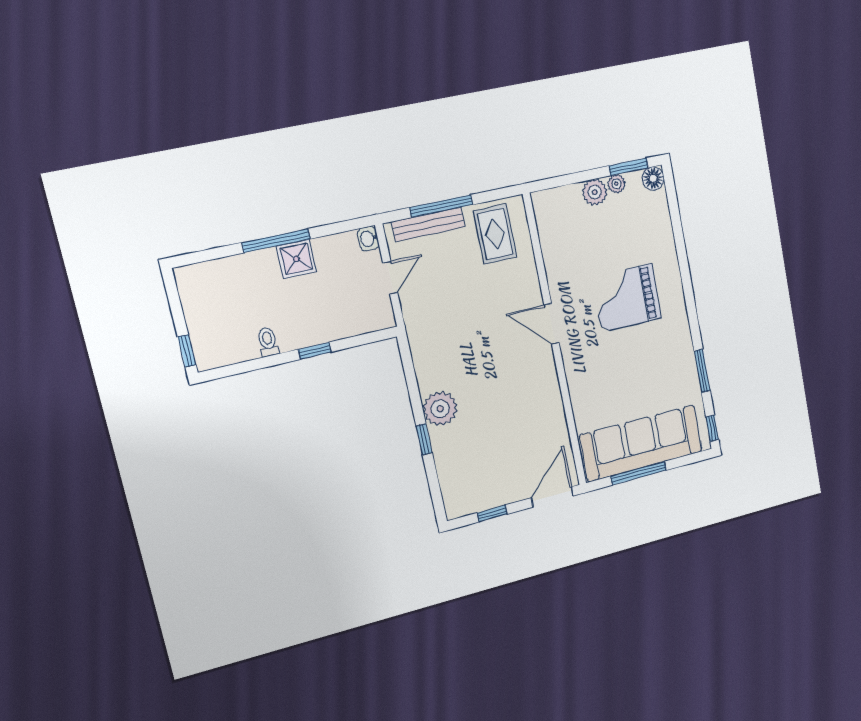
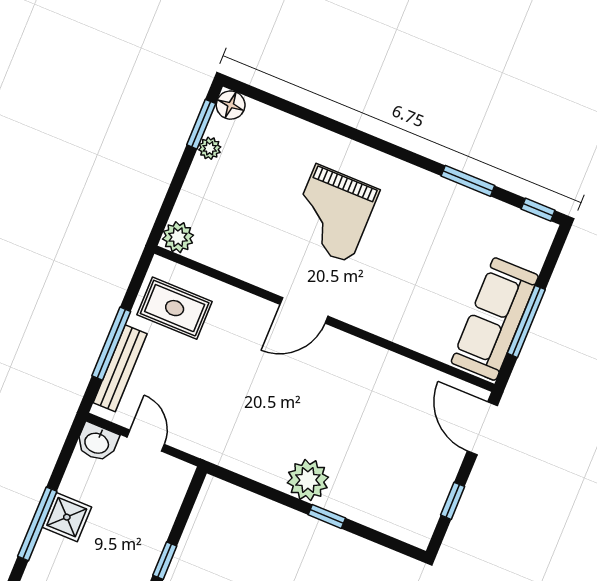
plant: (595, 192) -> (178, 237), moved
washbasin: (368, 238) -> (97, 442), width x1.38, depth x1.45
sofa: (641, 443) -> (495, 319), width x0.74, depth x0.79

